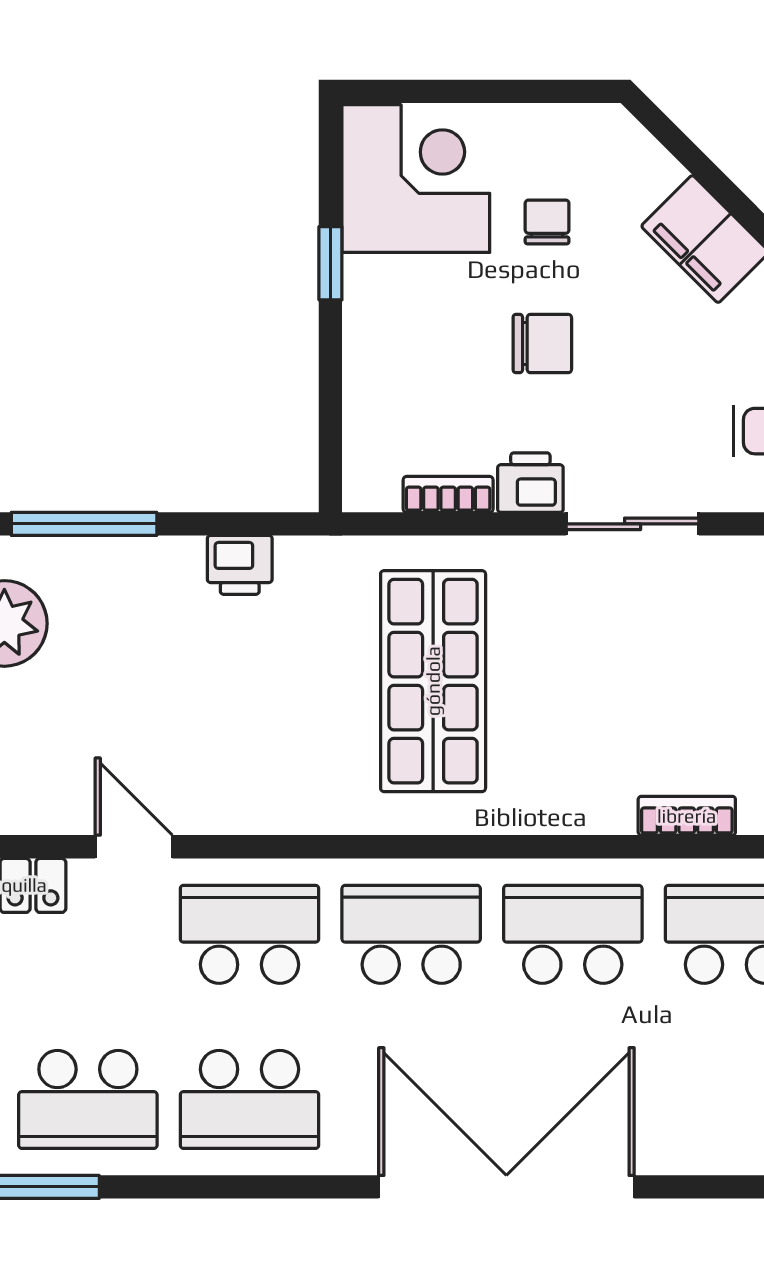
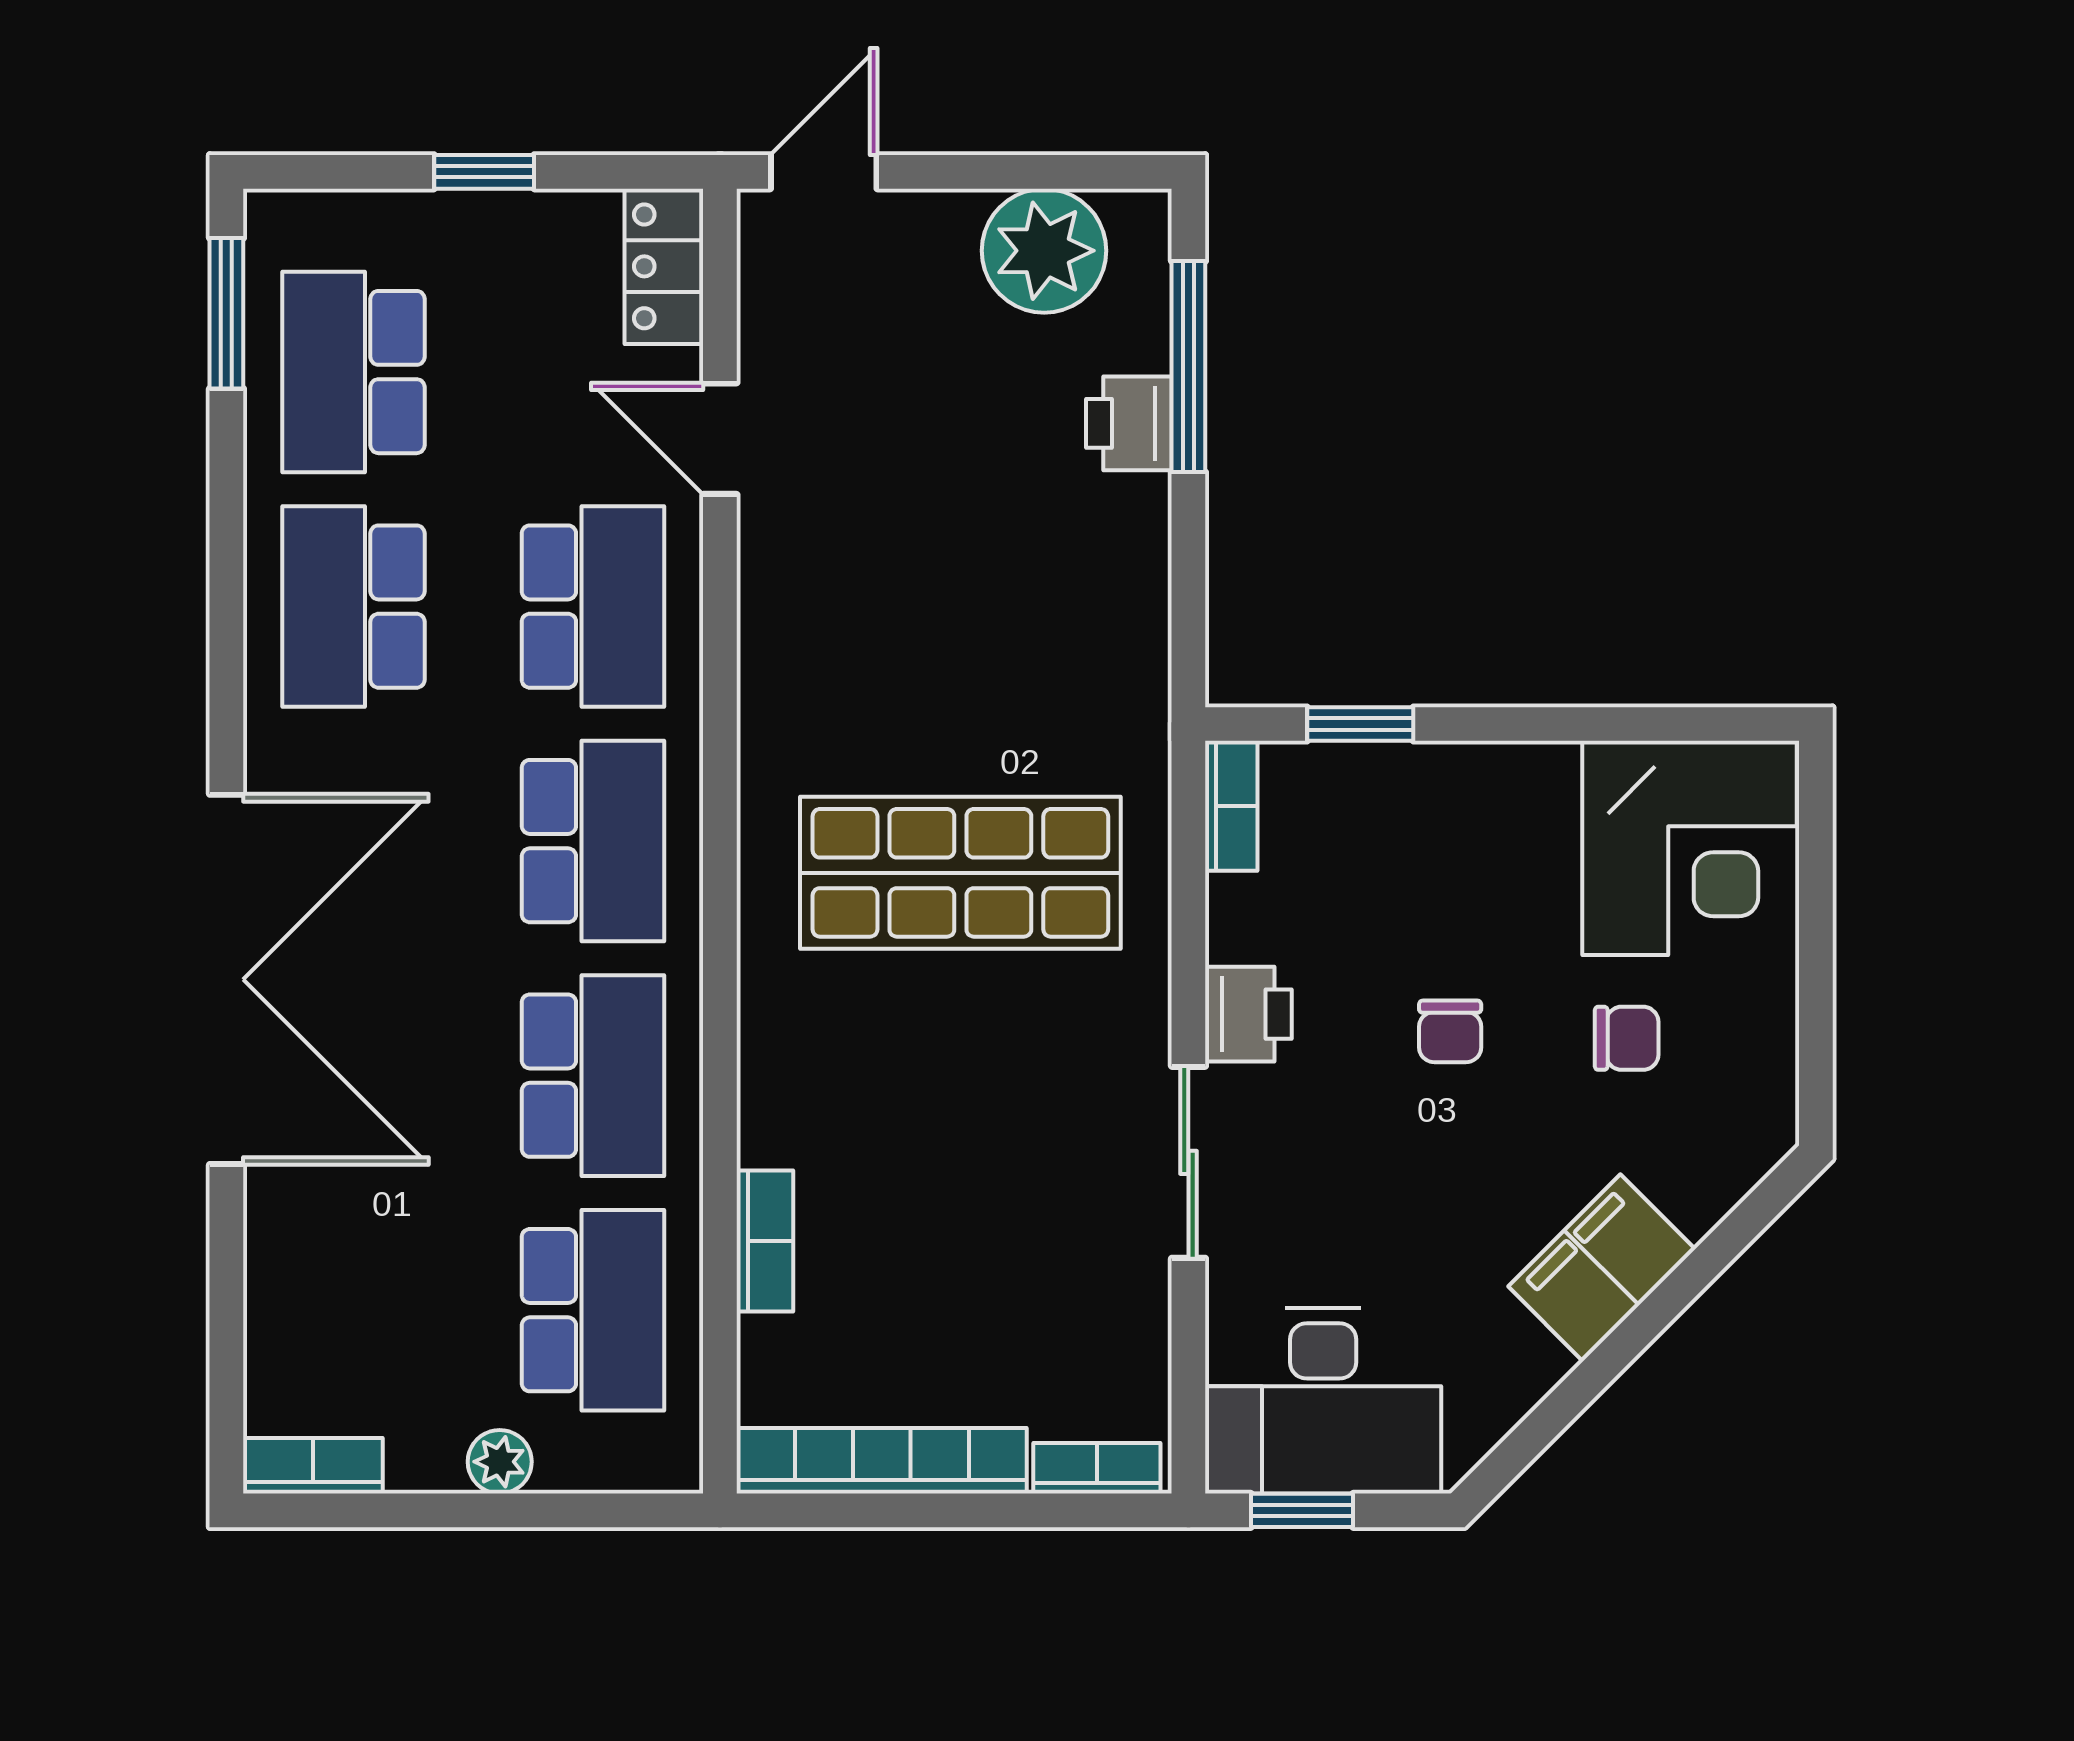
window: (330, 263) -> (1360, 724), moved
chair: (542, 344) -> (1450, 1031), width x0.73, depth x0.73
bookcase: (448, 494) -> (1231, 806), moved
printer: (240, 565) -> (1129, 423), moved
door: (134, 847) -> (720, 439), swing flipped

